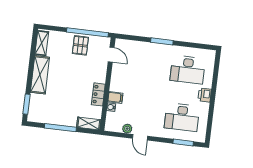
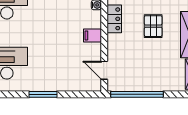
pallet: (80, 45) -> (153, 26), moved
filing cabinet: (115, 97) -> (93, 35), moved

